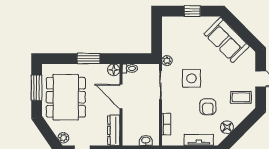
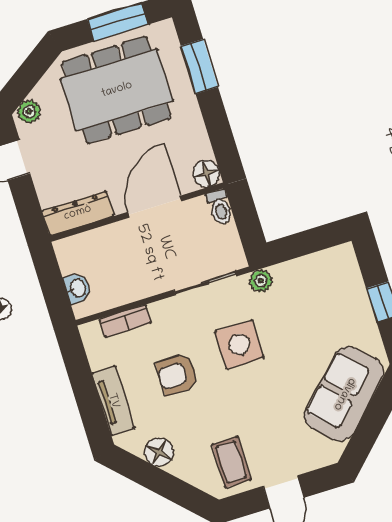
window: (88, 59) -> (199, 66), moved
armchair: (208, 107) -> (177, 374), moved

